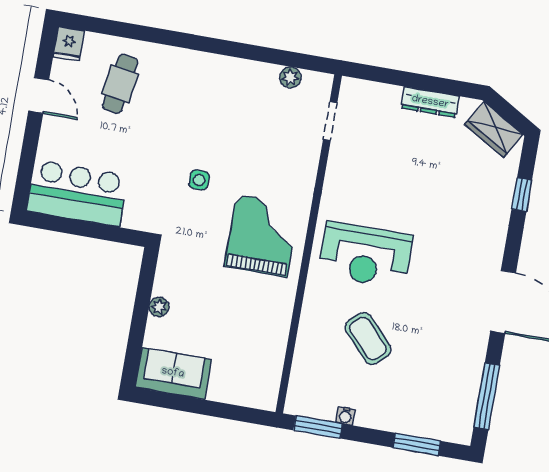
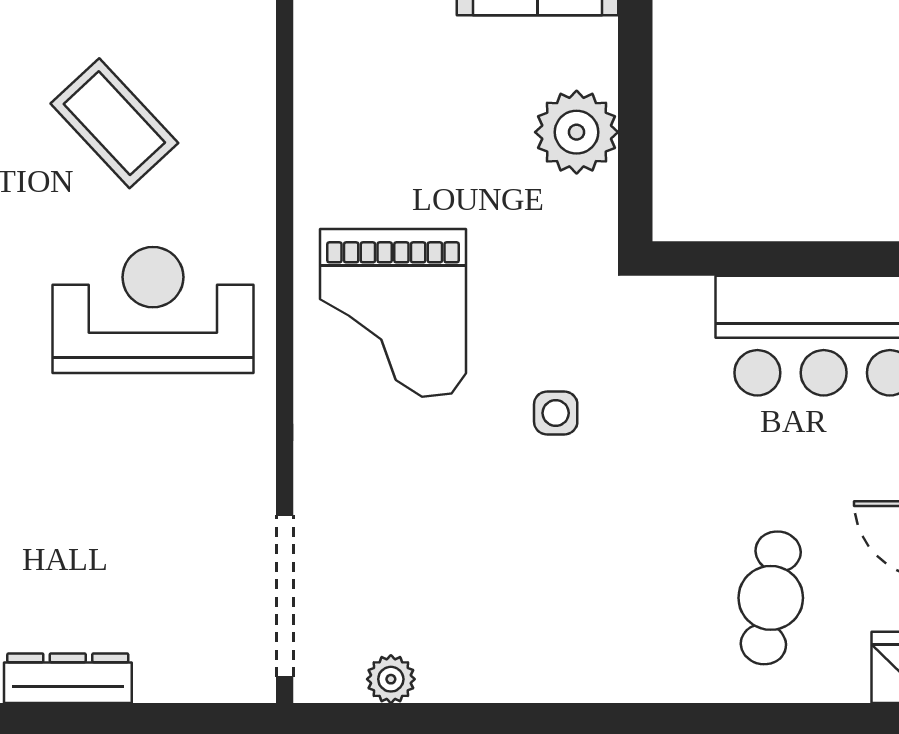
doorway: (330, 121) -> (285, 596), width x1.88
plant: (159, 307) -> (577, 132), width x1.87, depth x1.87

